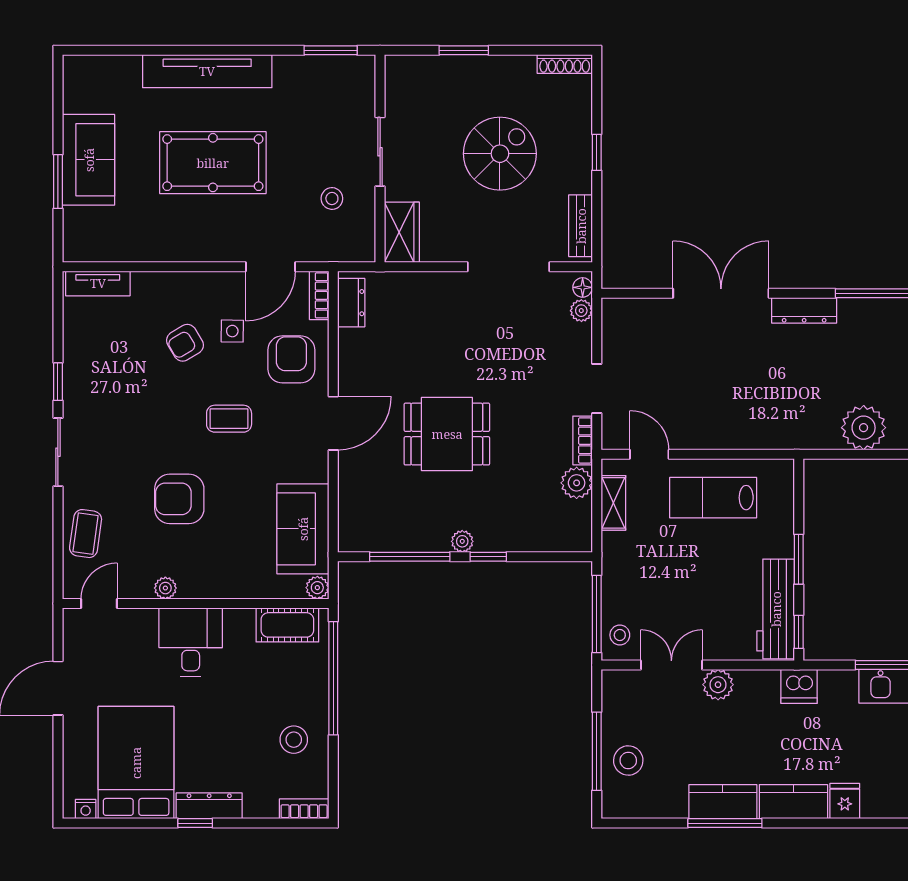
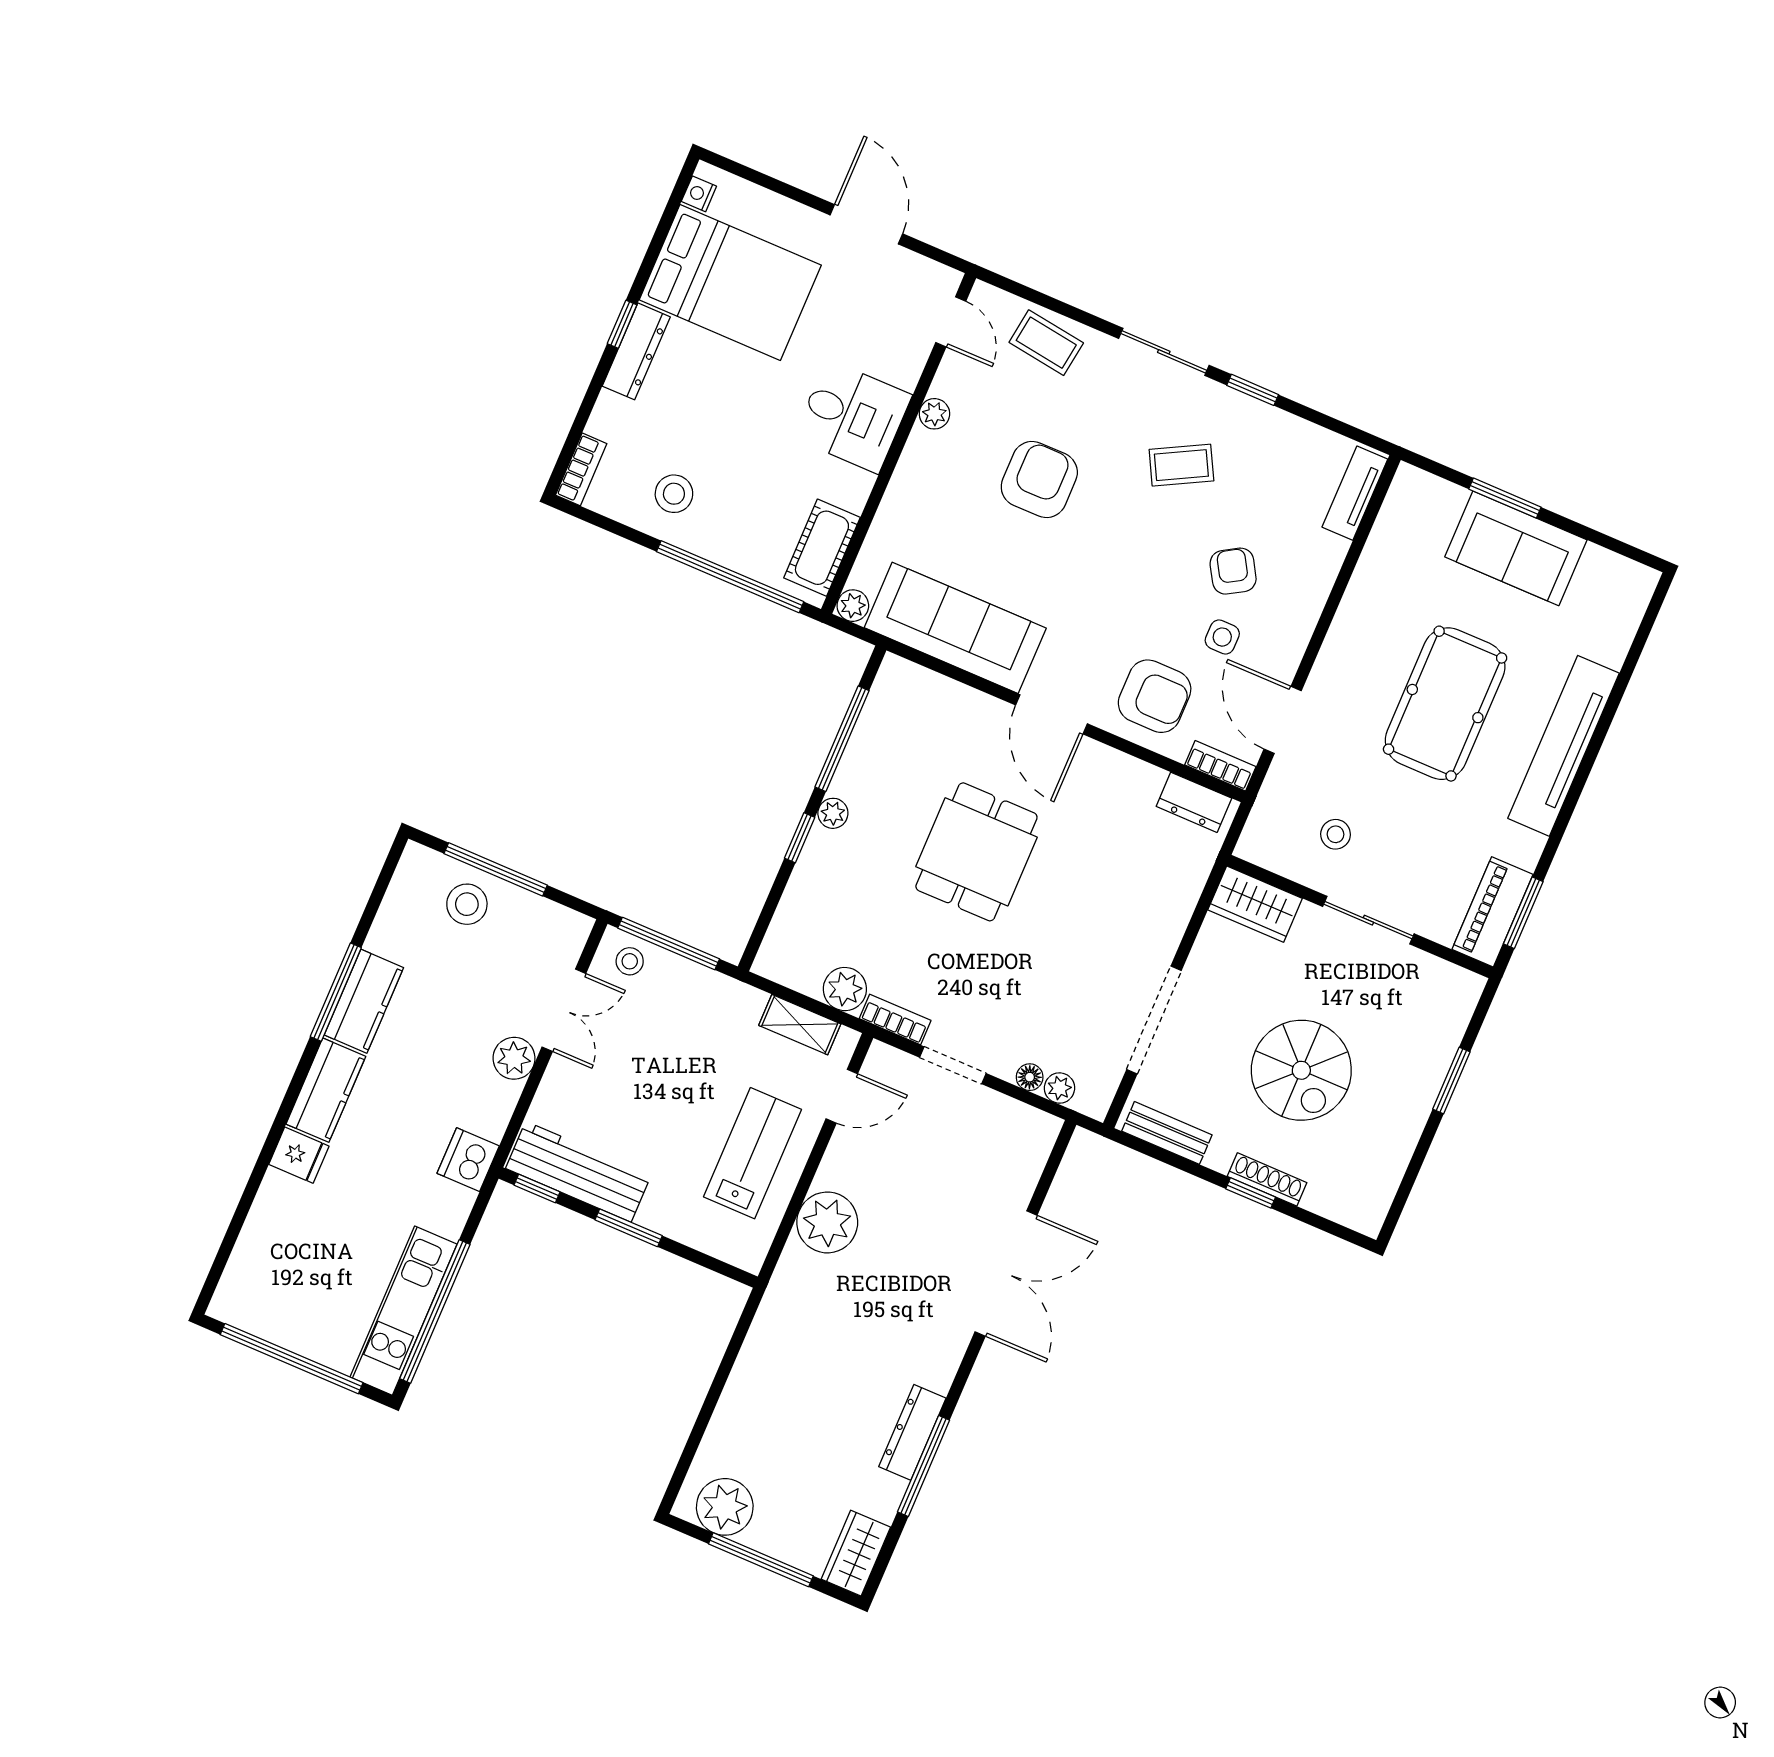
shoe rack: (565, 64) -> (1267, 1179), moved, turned 90
piano: (339, 71) -> (1493, 912), added
floor lamp: (583, 287) -> (1030, 1077), moved
dresser: (804, 310) -> (912, 1432), moved
coffee table: (229, 419) -> (1181, 465), moved, turned 62
plant: (864, 428) -> (827, 1222), moved
sofa: (303, 529) -> (955, 628), width x1.36

